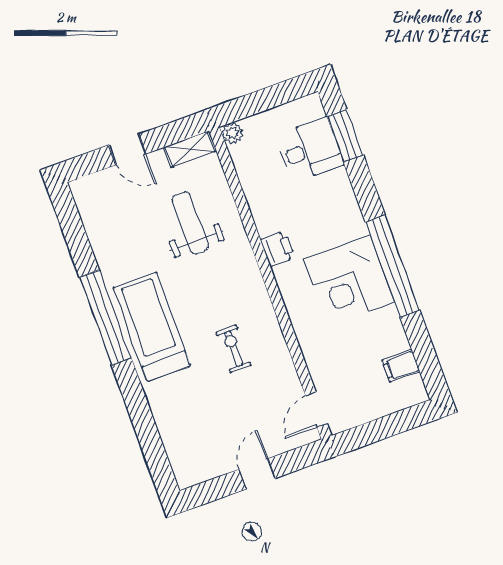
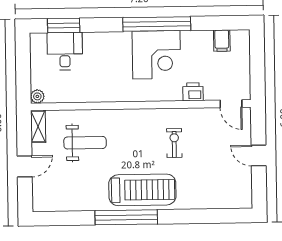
weight bench: (190, 223) -> (85, 143), turned 180
printer: (278, 249) -> (193, 92), moved
treadmill: (152, 327) -> (142, 190), turned 180
exercise bike: (233, 349) -> (174, 143), turned 90

